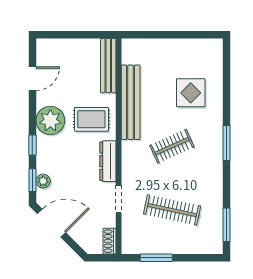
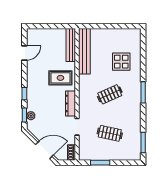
bench: (131, 102) -> (84, 51), moved
plant: (50, 121) -> (35, 79), removed
clothes rail: (172, 210) -> (110, 133), width x0.73
door: (52, 223) -> (44, 150), moved

